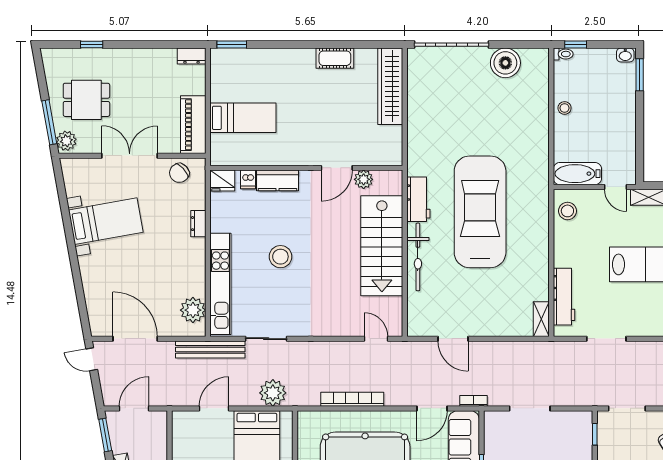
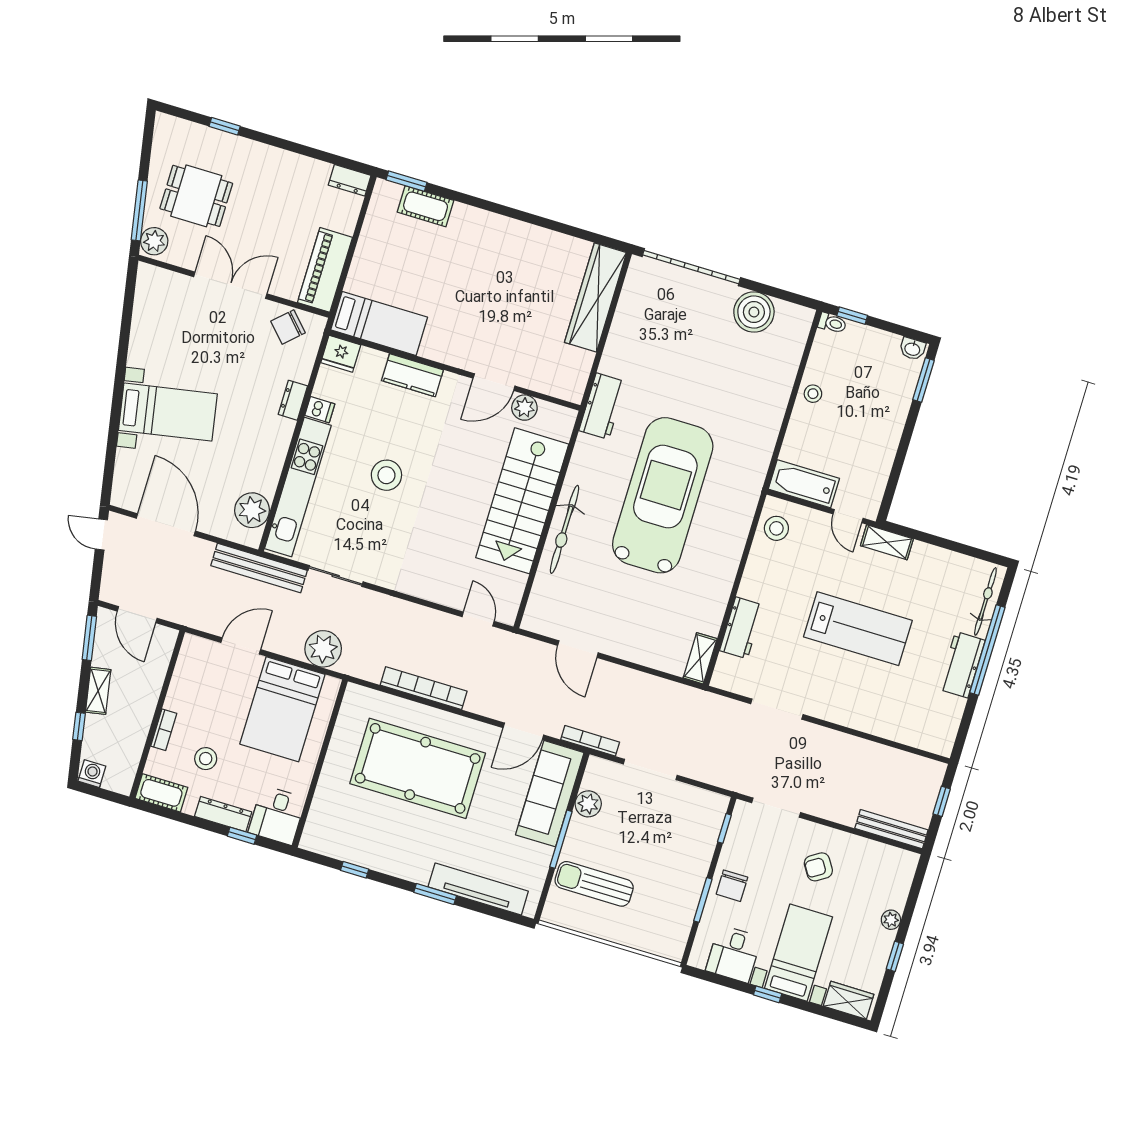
cot: (335, 58) -> (426, 206), moved
bed: (243, 118) -> (379, 323), moved
dishwasher: (248, 179) -> (320, 410), moved, turned -90
workbench: (418, 199) -> (602, 406), moved
bed with nightstands: (106, 221) -> (168, 412), moved
workbench: (564, 297) -> (741, 628), width x0.73
bookcase: (473, 401) -> (590, 741), width x1.56
door: (134, 408) -> (137, 615), swing flipped
plant: (493, 446) -> (588, 804), added

